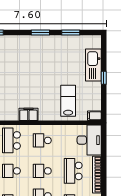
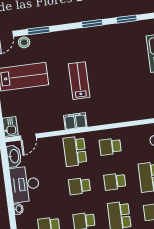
lab bench: (68, 101) -> (79, 81), moved
filing cabinet: (28, 114) -> (75, 121), moved

